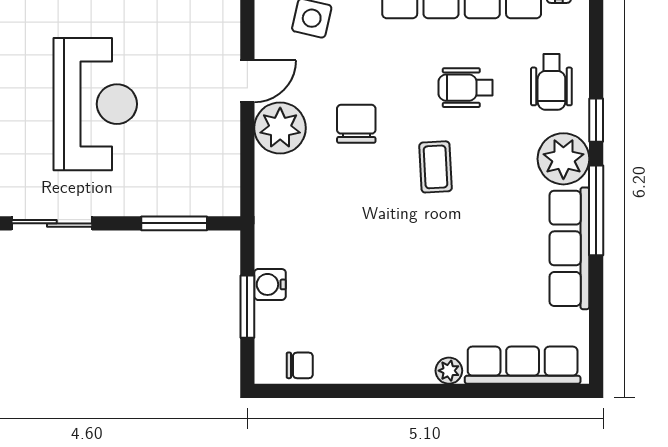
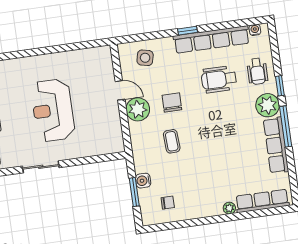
door: (247, 81) -> (120, 90), hinge flipped
wheelchair: (466, 88) -> (219, 79), width x1.36, depth x1.37
reception desk: (95, 104) -> (53, 110), turned 180
coffee table: (436, 167) -> (172, 141), moved
window: (174, 223) -> (96, 159), removed
chair: (300, 365) -> (168, 203), moved

